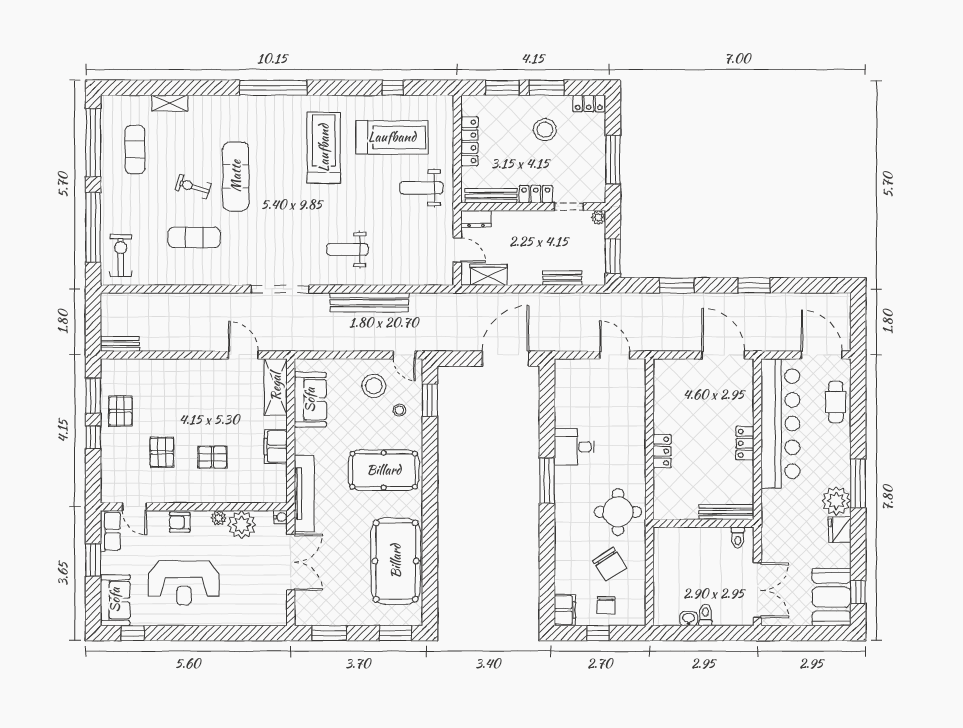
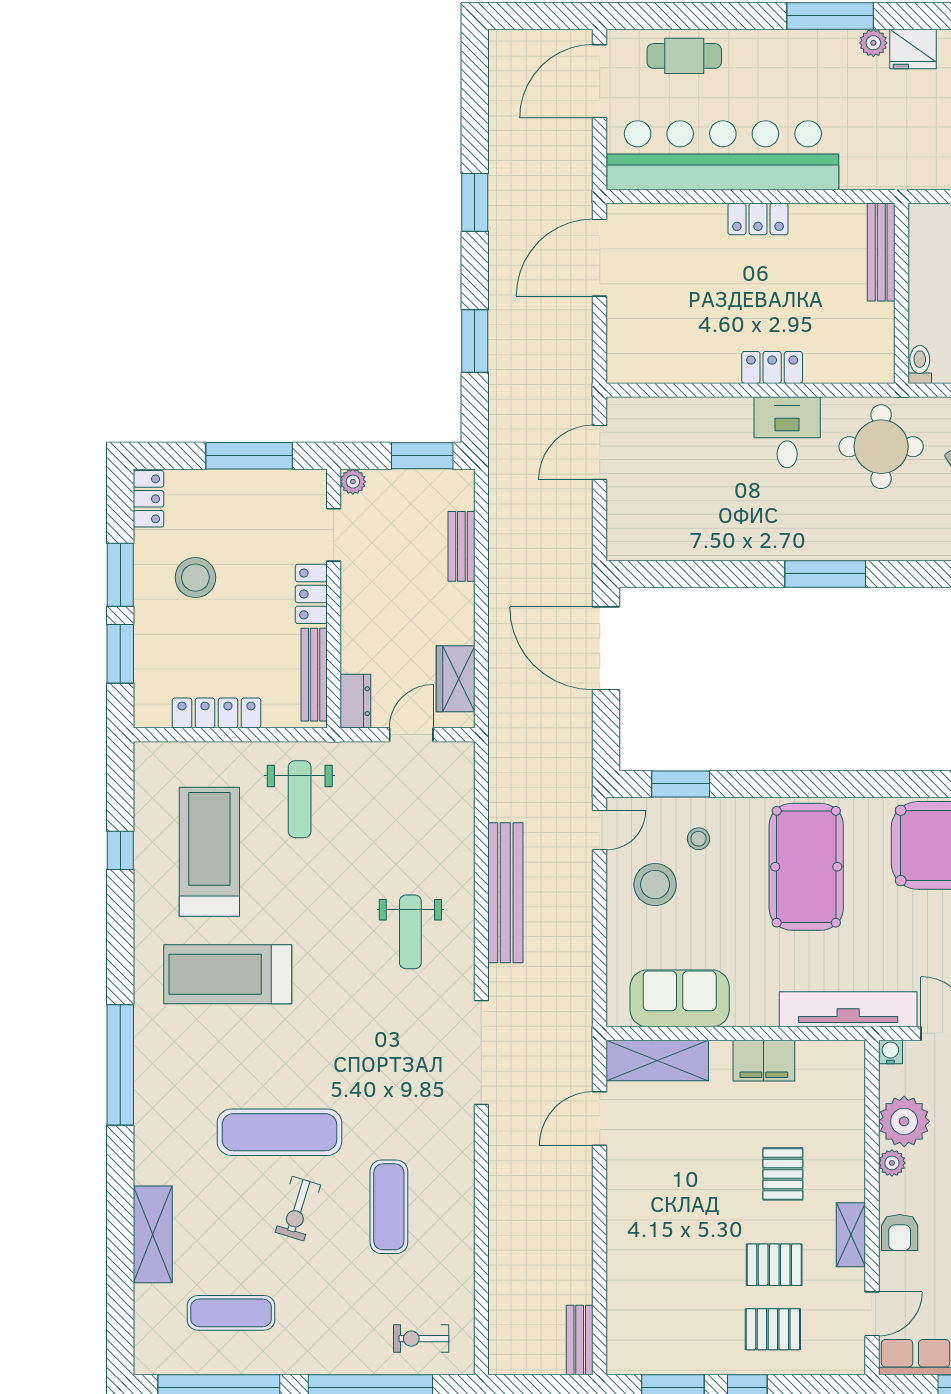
shelving: (170, 103) -> (153, 1234), width x1.50, depth x1.33
exercise bike: (121, 255) -> (421, 1339), width x0.73, depth x0.72
pallet: (120, 411) -> (773, 1329), moved
desk: (574, 447) -> (787, 432), moved, turned 180
shelving: (179, 495) -> (851, 1235), added
plant: (836, 501) -> (873, 43), width x0.53, depth x0.53
toilet: (738, 538) -> (920, 365), moved, turned -90

